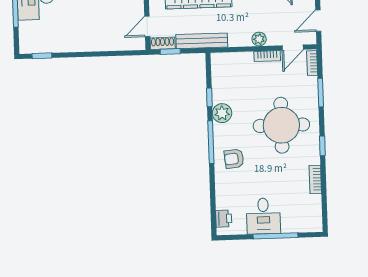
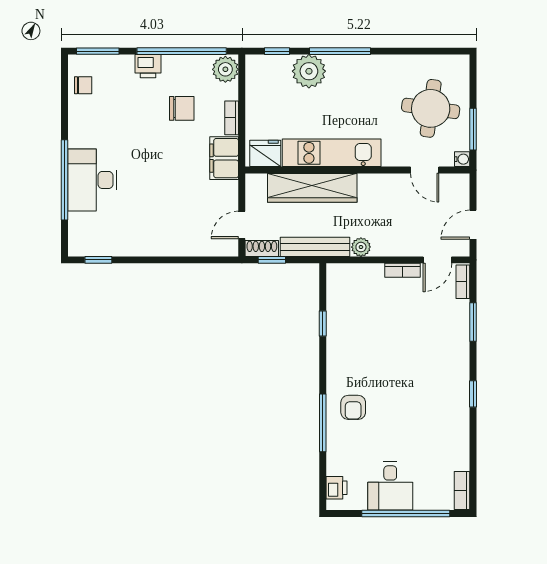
plant: (259, 39) -> (361, 247), moved
plant: (222, 113) -> (339, 345), removed
round table: (281, 125) -> (419, 364), removed
window: (211, 142) -> (323, 423), moved
armchair: (234, 159) -> (353, 407), turned -84
bookcase: (315, 179) -> (462, 491), moved
window: (276, 236) -> (406, 514), width x1.46

